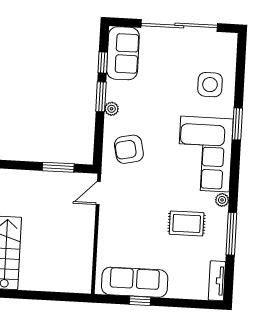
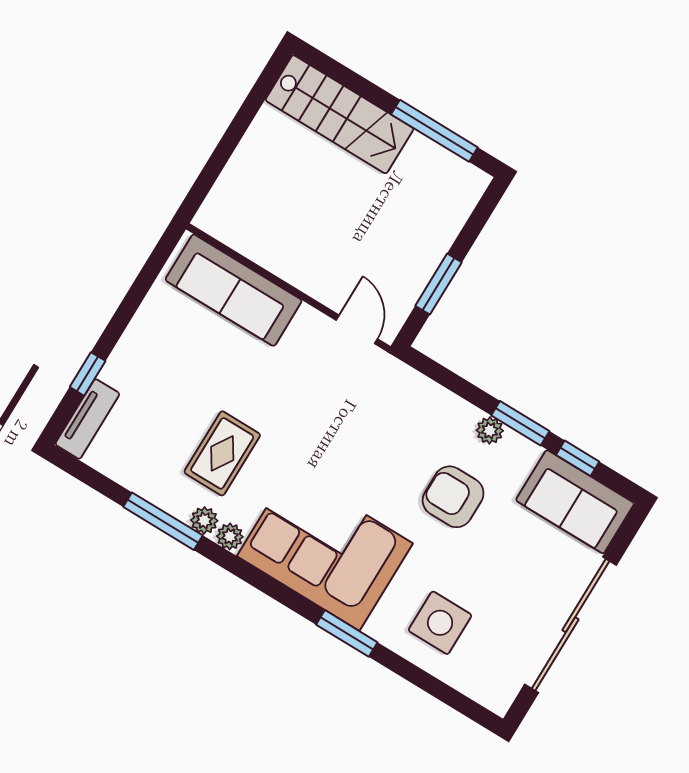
armchair: (129, 149) -> (453, 497), moved, turned -78
plant: (221, 215) -> (204, 520), added
tv unit: (217, 281) -> (87, 419), moved, turned 90
sofa: (135, 282) -> (234, 290), moved, turned 90
window: (140, 301) -> (88, 374), moved

